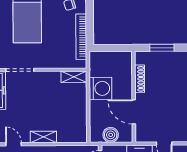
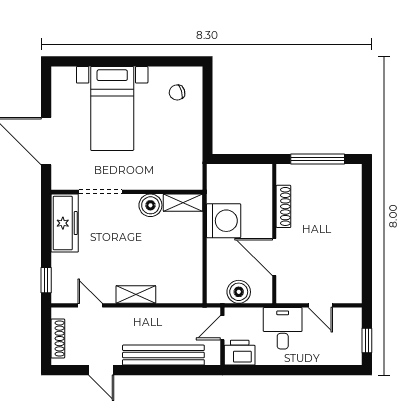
bookcase: (81, 37) -> (195, 142), removed
window: (162, 48) -> (318, 159), width x1.44
boiler: (53, 79) -> (150, 205), added

